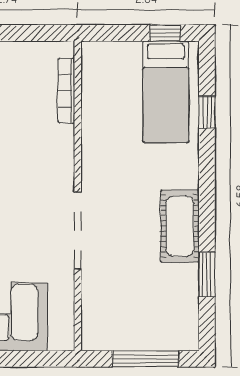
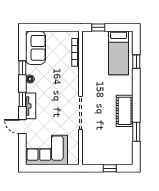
window: (165, 33) -> (98, 27), moved
window: (145, 359) -> (110, 168), width x0.46

